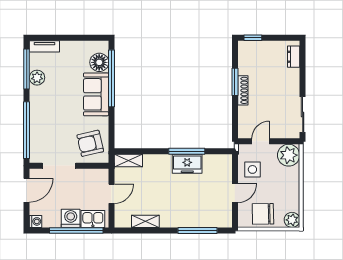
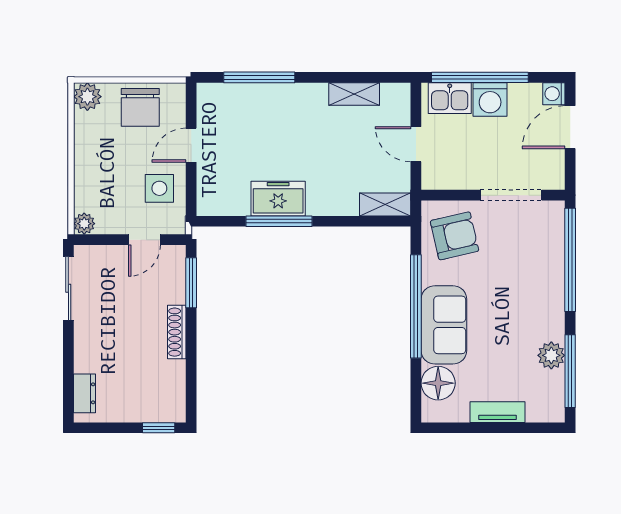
tv unit: (44, 46) -> (497, 412), moved
window: (111, 78) -> (416, 306), moved
window: (235, 82) -> (191, 283), moved
plant: (289, 155) -> (84, 224), width x0.53, depth x0.53
door: (27, 190) -> (570, 127), moved
door: (111, 194) -> (416, 144), hinge flipped
chair: (263, 214) -> (140, 107), turned 91

